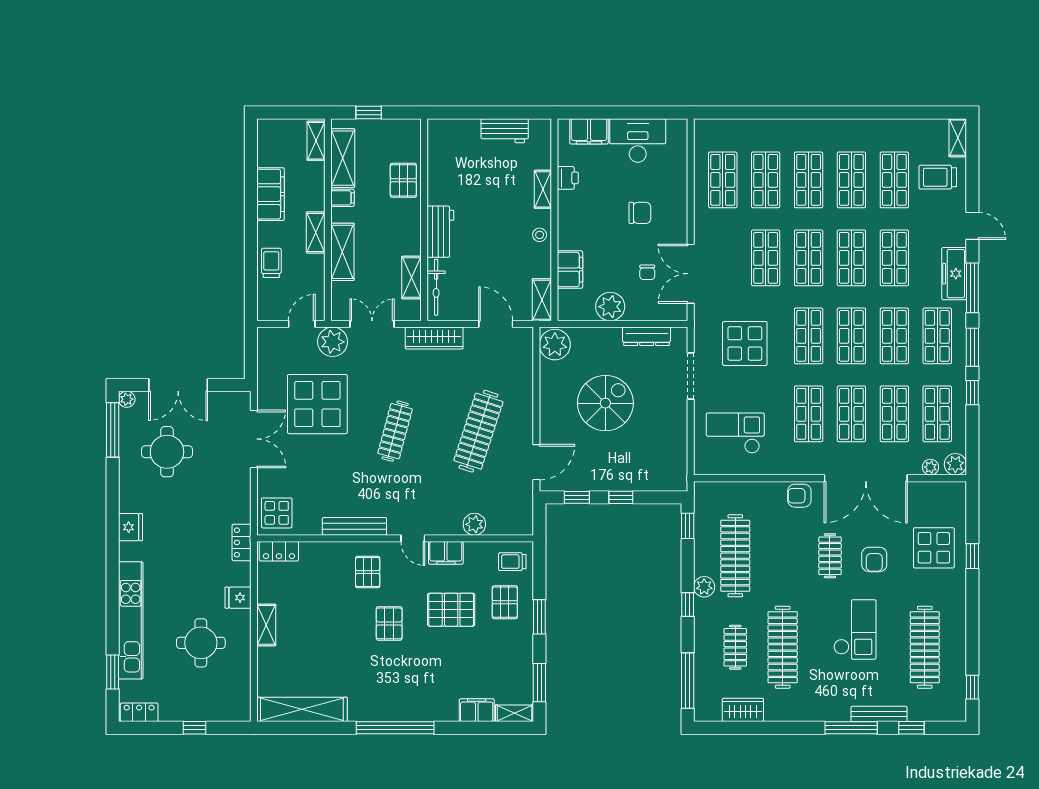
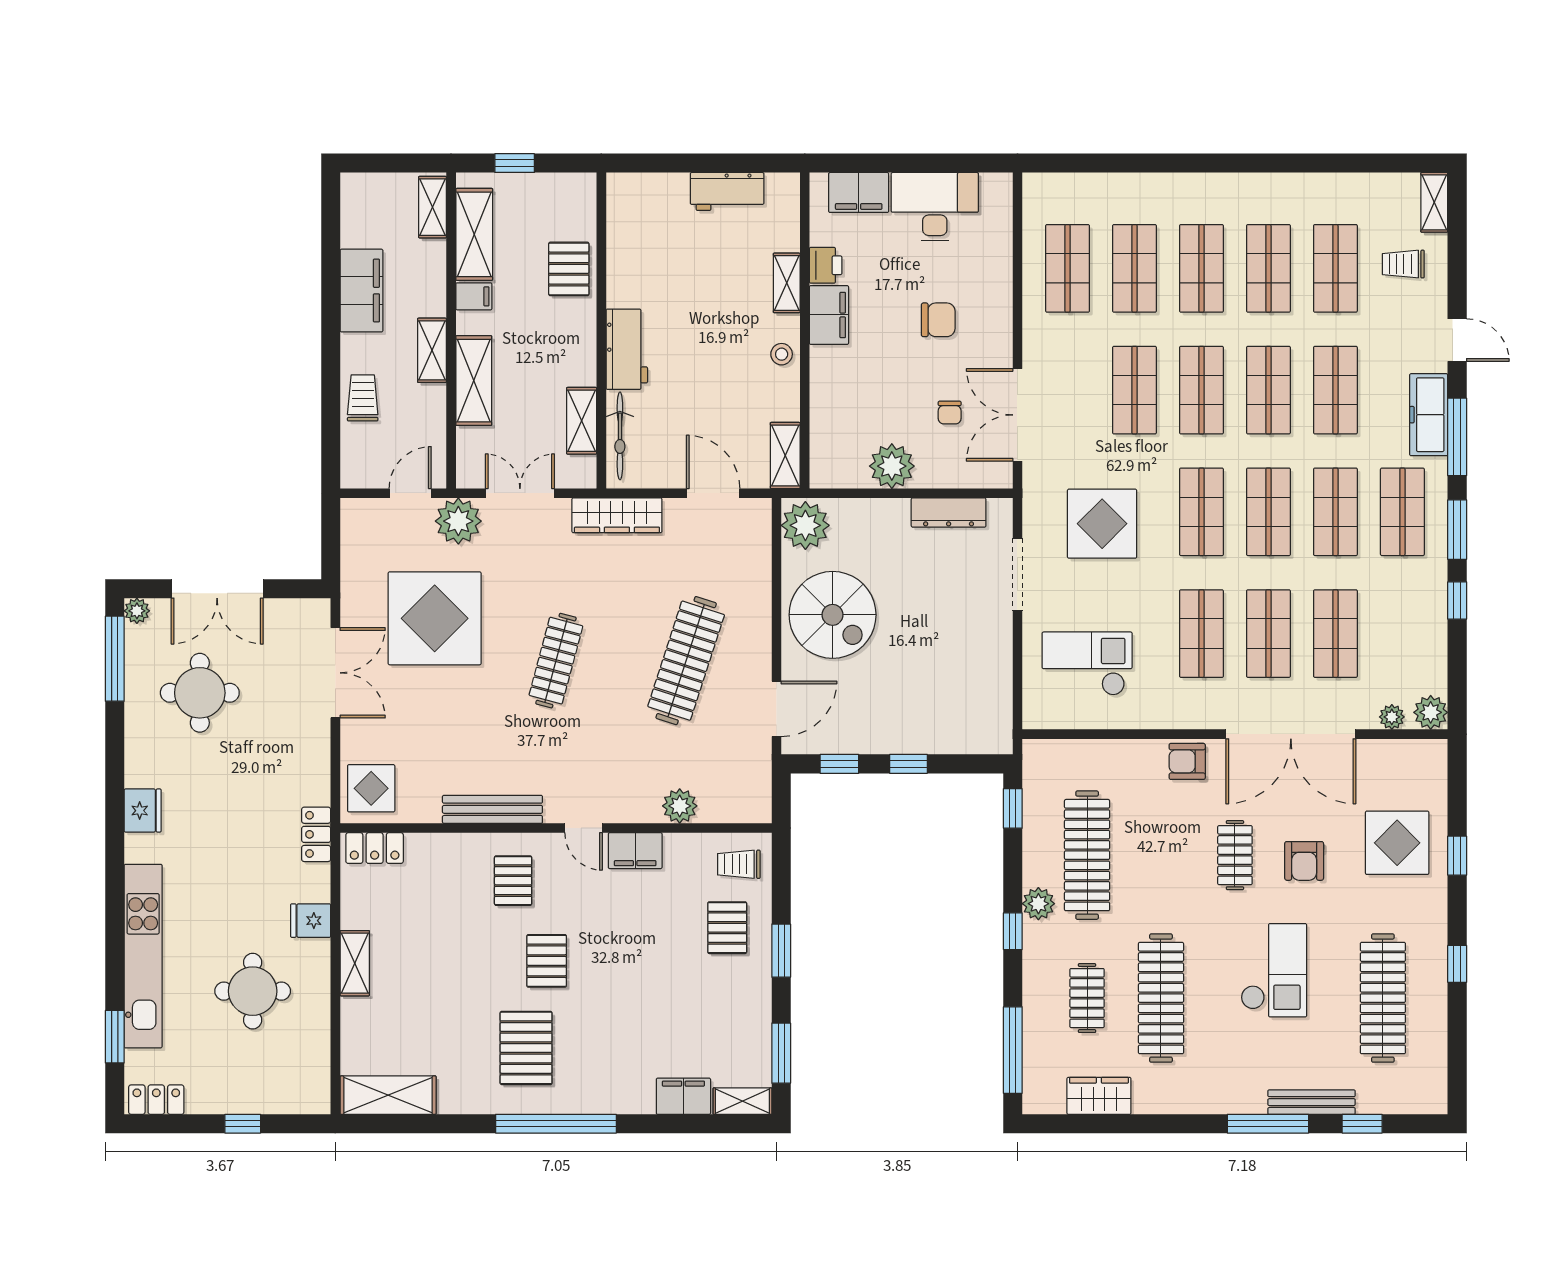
trolley: (938, 177) -> (1403, 264), width x0.73, depth x0.72
filing cabinet: (570, 270) -> (829, 315), moved
spiral stairs: (605, 403) -> (833, 615), moved, turned 90
shop shelf: (937, 414) -> (1402, 634), removed
pallet: (451, 610) -> (526, 1048), moved, turned 90
window: (972, 687) -> (1457, 964), moved
shelving: (302, 709) -> (388, 1095), width x0.68

